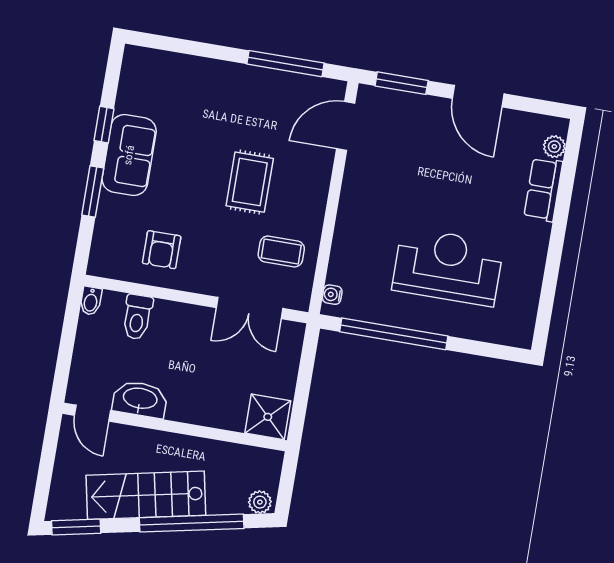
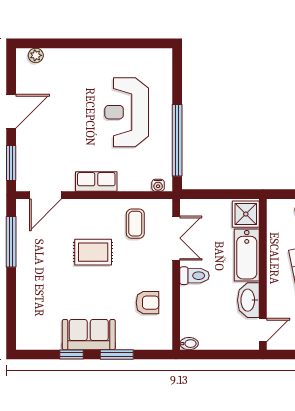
door: (346, 126) -> (46, 195), hinge flipped
row of seats: (543, 189) -> (96, 182), moved, turned 180
toilet: (137, 317) -> (195, 276), moved
bathtub: (207, 408) -> (247, 255), added

